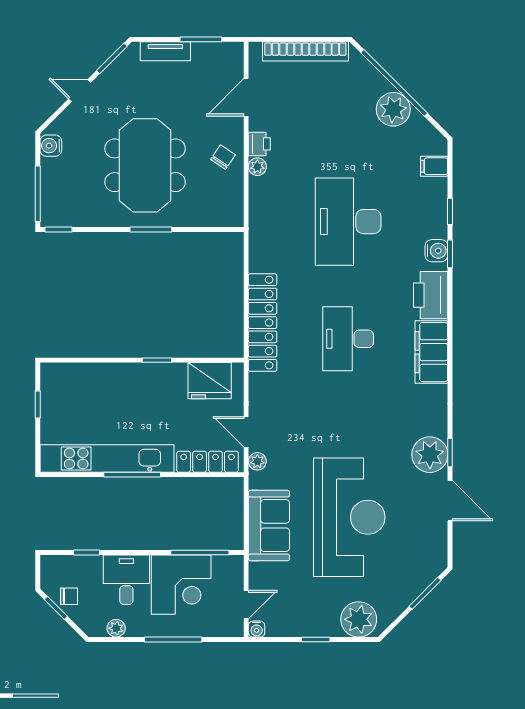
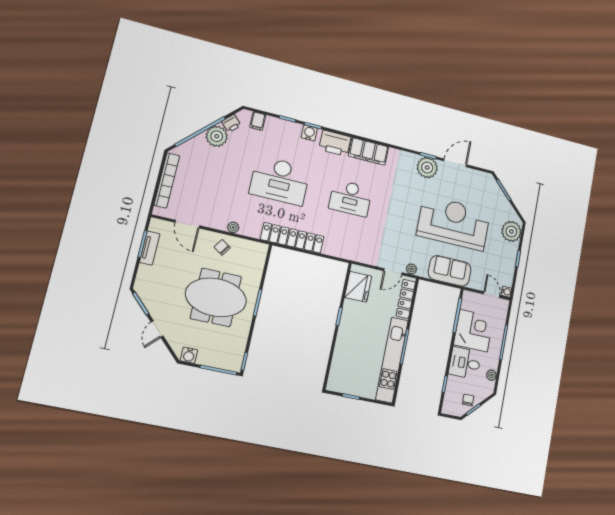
tv unit: (165, 51) -> (150, 248), moved
printer: (259, 144) -> (231, 124), moved, turned 135
locker: (263, 323) -> (292, 238), moved

